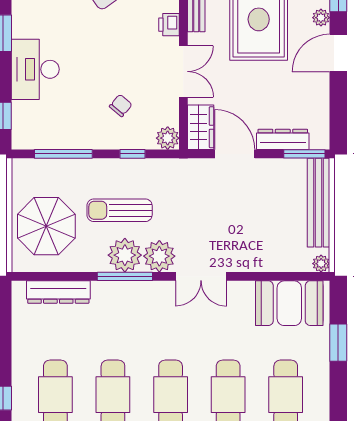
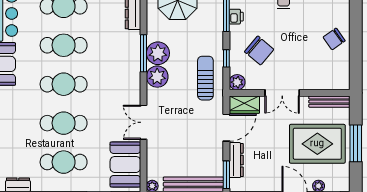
printer: (169, 25) -> (236, 17), moved, turned 90
chair: (121, 105) -> (259, 50), width x1.87, depth x1.87
sun lounger: (120, 210) -> (205, 78), moved
double door: (201, 276) -> (144, 122), moved

